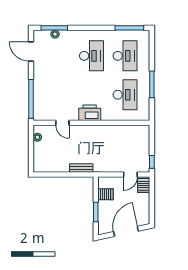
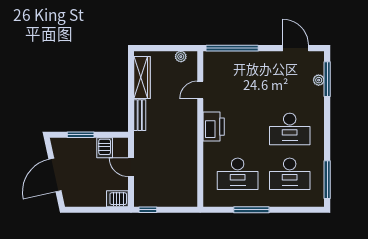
door: (31, 51) -> (296, 48), hinge flipped
wardrobe: (53, 166) -> (142, 77), added
door: (130, 175) -> (131, 167), moved
door: (126, 231) -> (55, 175), swing flipped

